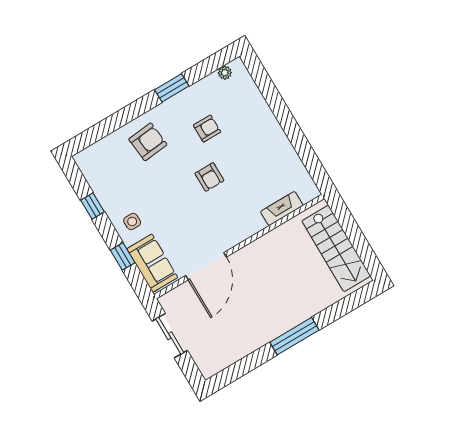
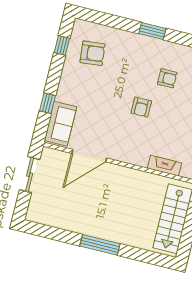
window: (172, 88) -> (152, 31), moved
armchair: (148, 142) -> (92, 53), moved
window: (92, 206) -> (62, 45), moved
side table: (132, 221) -> (73, 89), removed

